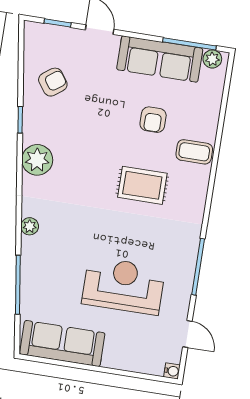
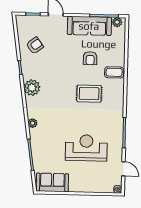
sofa: (62, 344) -> (52, 182), width x0.73

